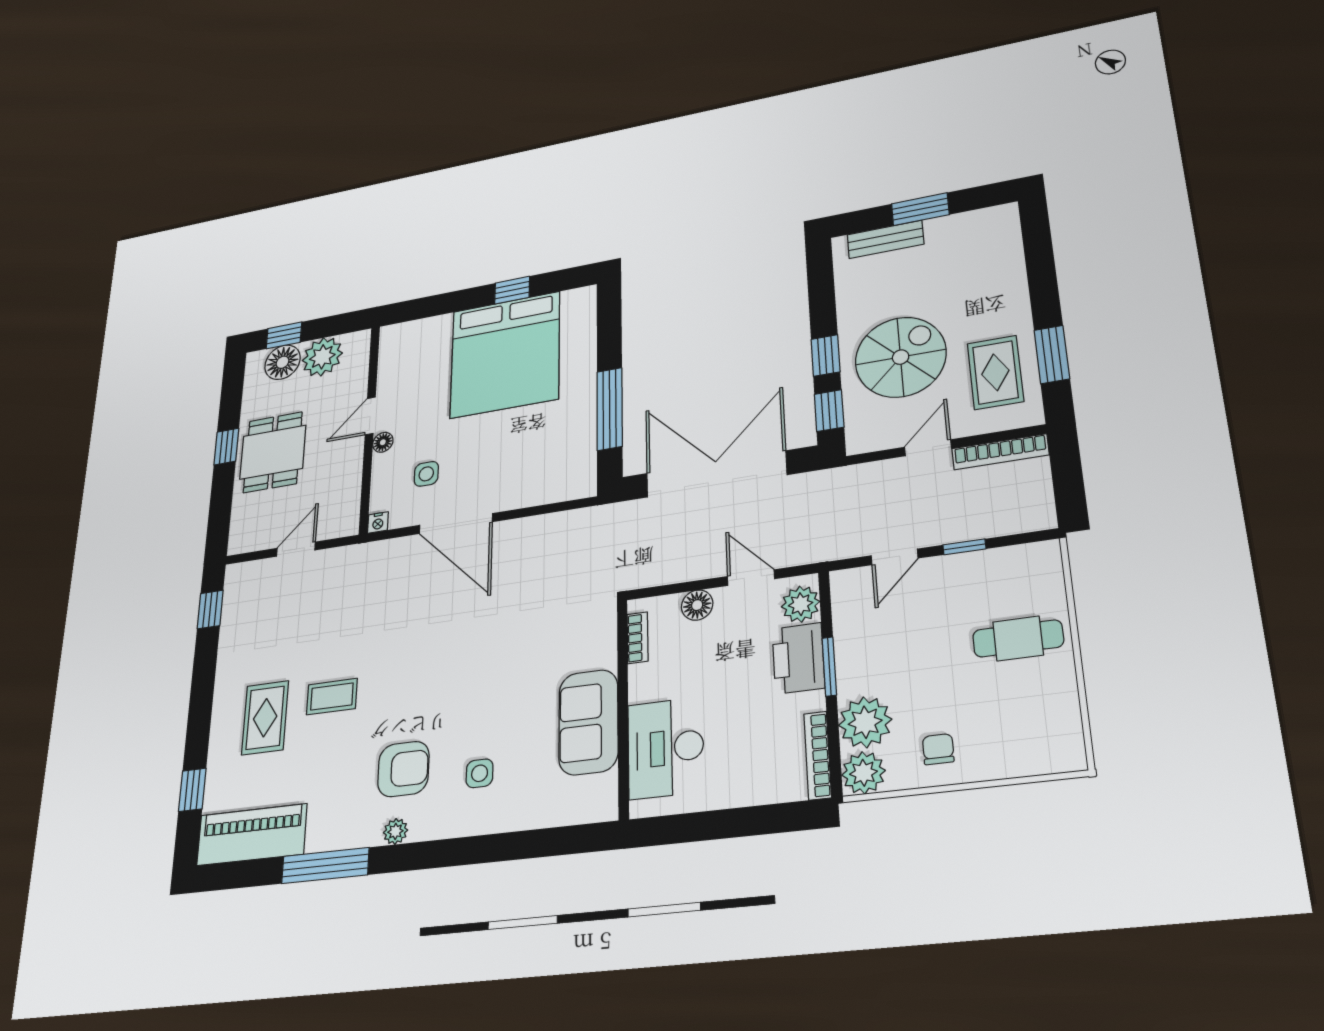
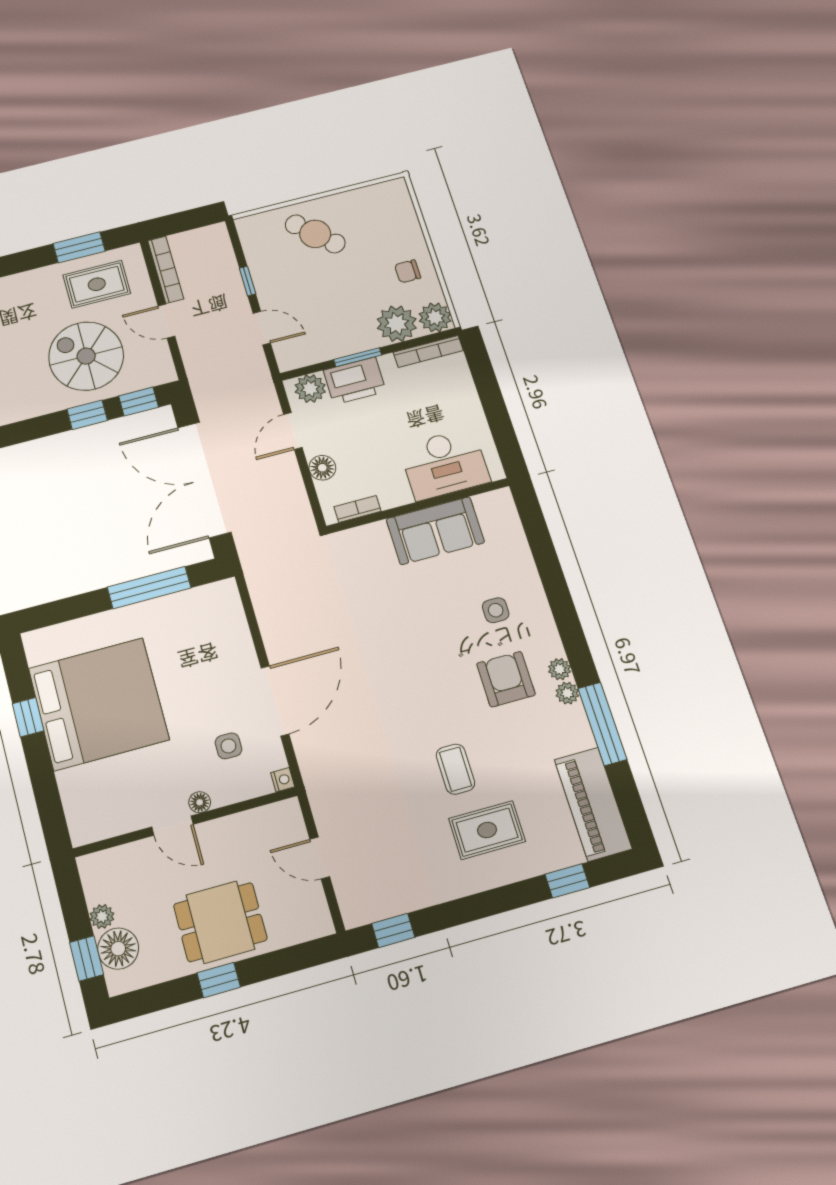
plant: (322, 357) -> (102, 916), width x0.53, depth x0.53
cafe table: (1018, 638) -> (315, 234), turned -46
plant: (368, 834) -> (567, 693), added

